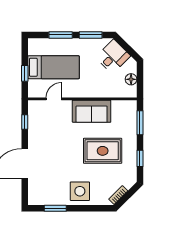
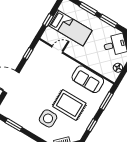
sofa: (92, 111) -> (88, 79), moved
side table: (80, 191) -> (48, 118), moved

